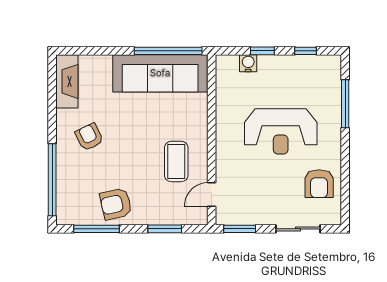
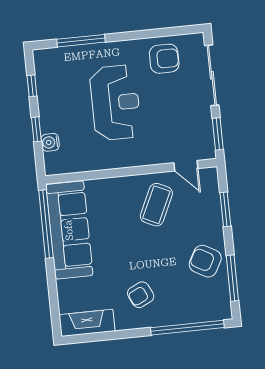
coffee table: (176, 161) -> (156, 205), turned -65
armchair: (116, 204) -> (205, 261), turned 132
sliding door: (298, 229) -> (212, 75), width x1.37

